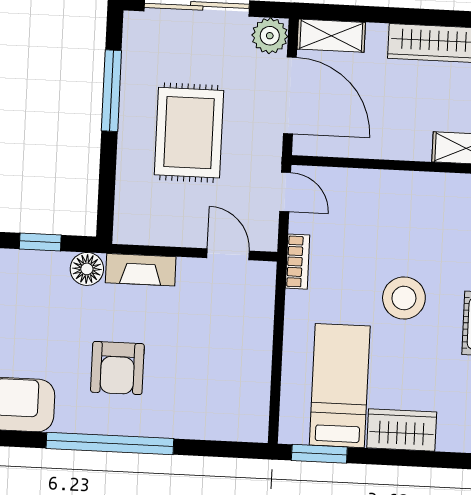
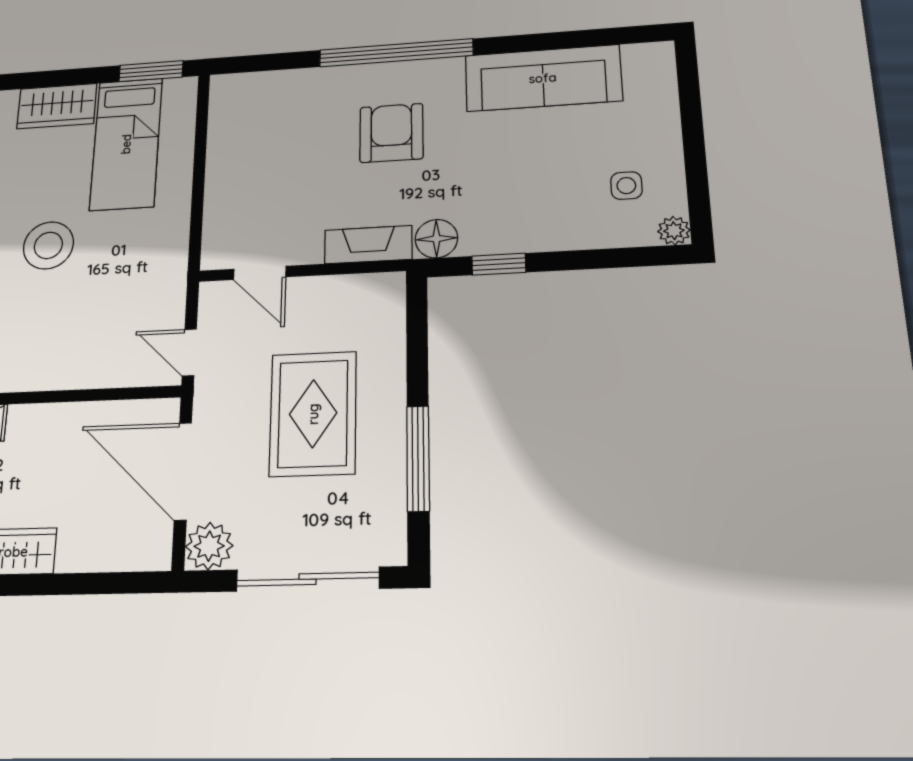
shelving: (331, 36) -> (129, 552), removed
bookcase: (298, 262) -> (174, 273), removed

